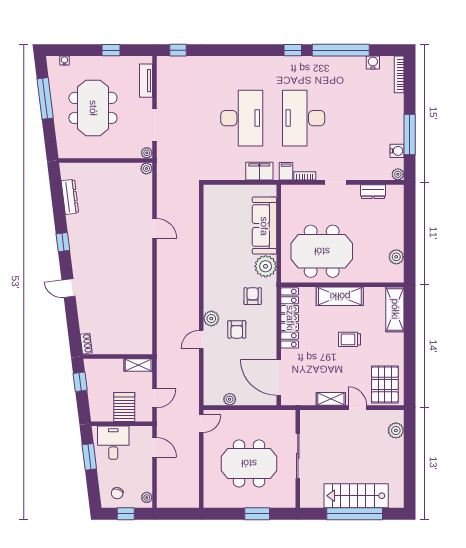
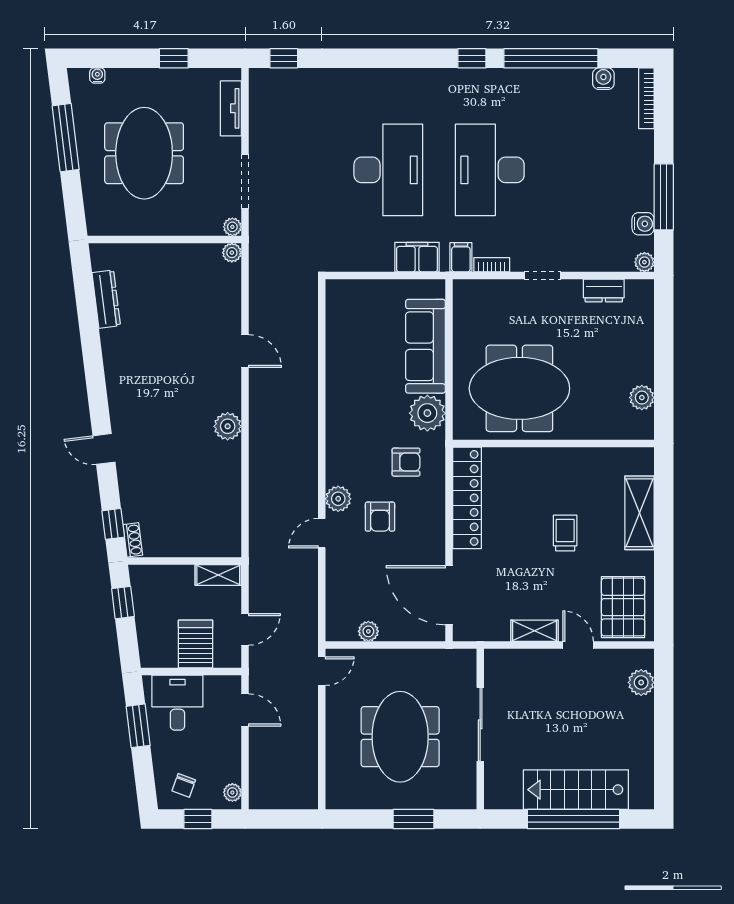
window: (63, 242) -> (113, 524), moved
plant: (144, 274) -> (228, 426), added
armchair: (253, 296) -> (406, 462), turned 90
shelving: (340, 296) -> (549, 462), removed
shelving: (395, 309) -> (639, 513), moved
trolley: (350, 339) -> (565, 533), turned 90
meeting table: (249, 463) -> (400, 737), turned 90

